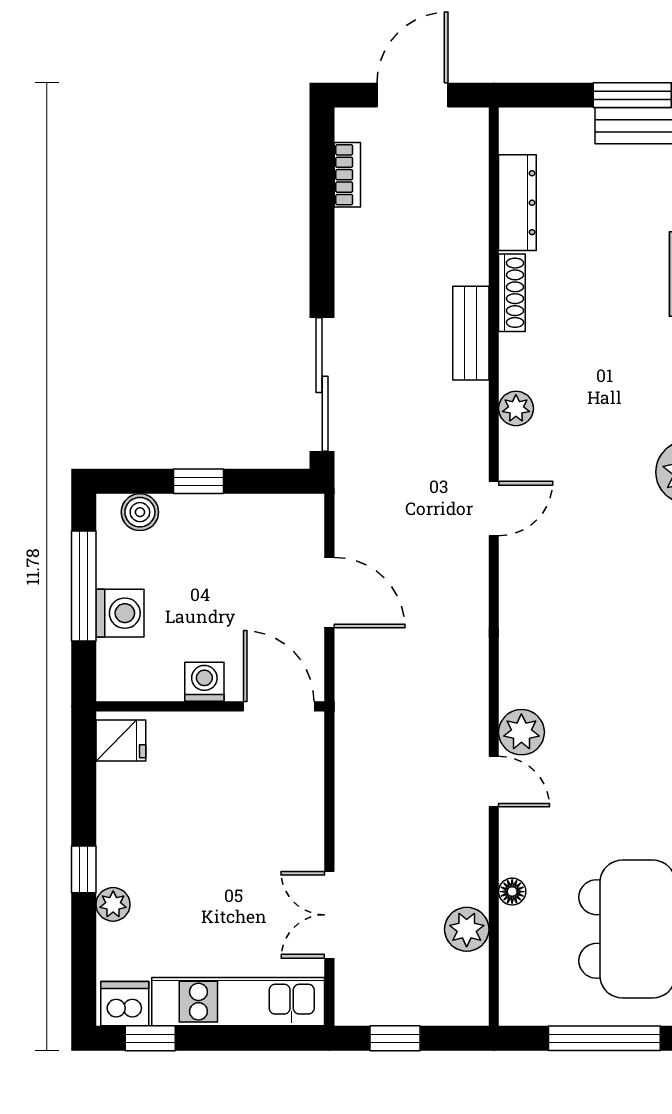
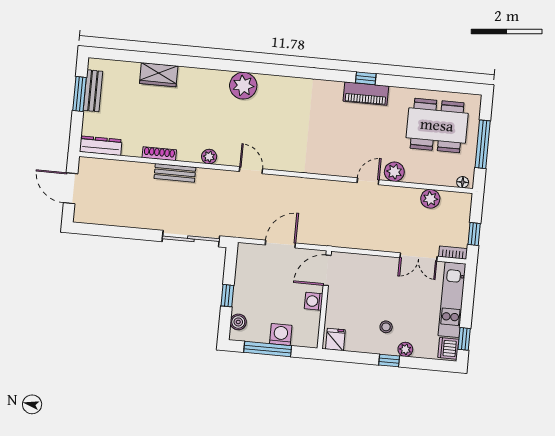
bookcase: (347, 175) -> (453, 253), moved
dresser: (517, 203) -> (101, 146), moved
plant: (521, 732) -> (394, 172), moved
stool: (161, 855) -> (386, 327), added
floor lamp: (512, 892) -> (463, 182), moved

